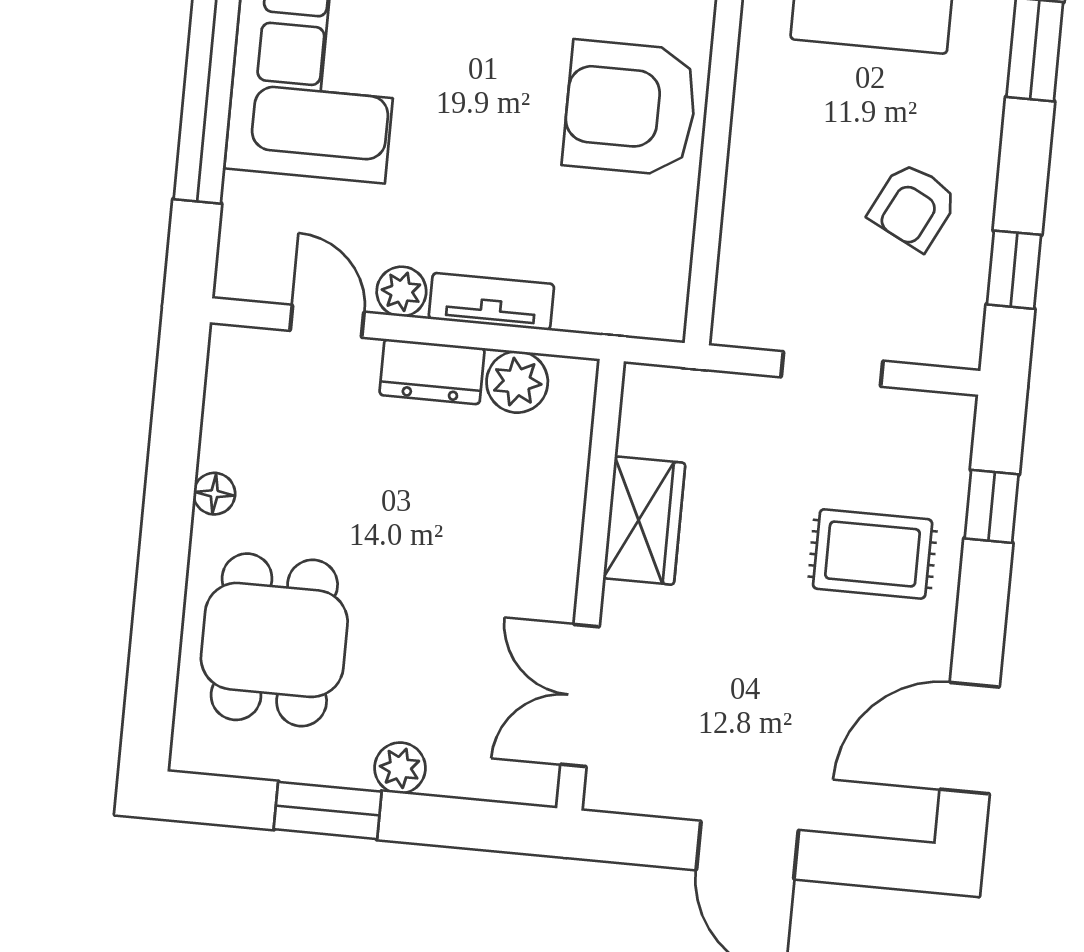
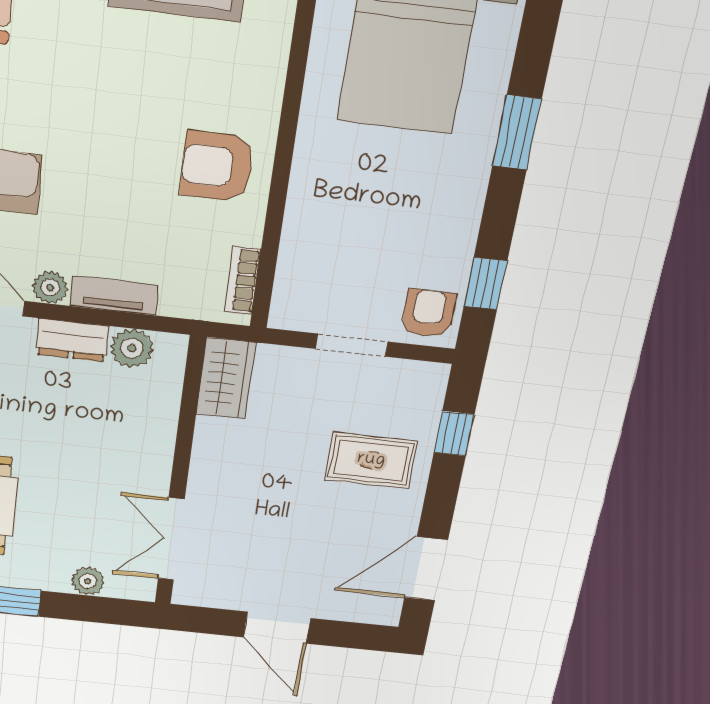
armchair: (630, 108) -> (217, 166), width x0.73, depth x0.73
armchair: (913, 206) -> (428, 313), moved, turned 153
bookcase: (672, 274) -> (242, 280), added
wardrobe: (644, 521) -> (226, 378), moved
plant: (400, 768) -> (88, 581), moved

